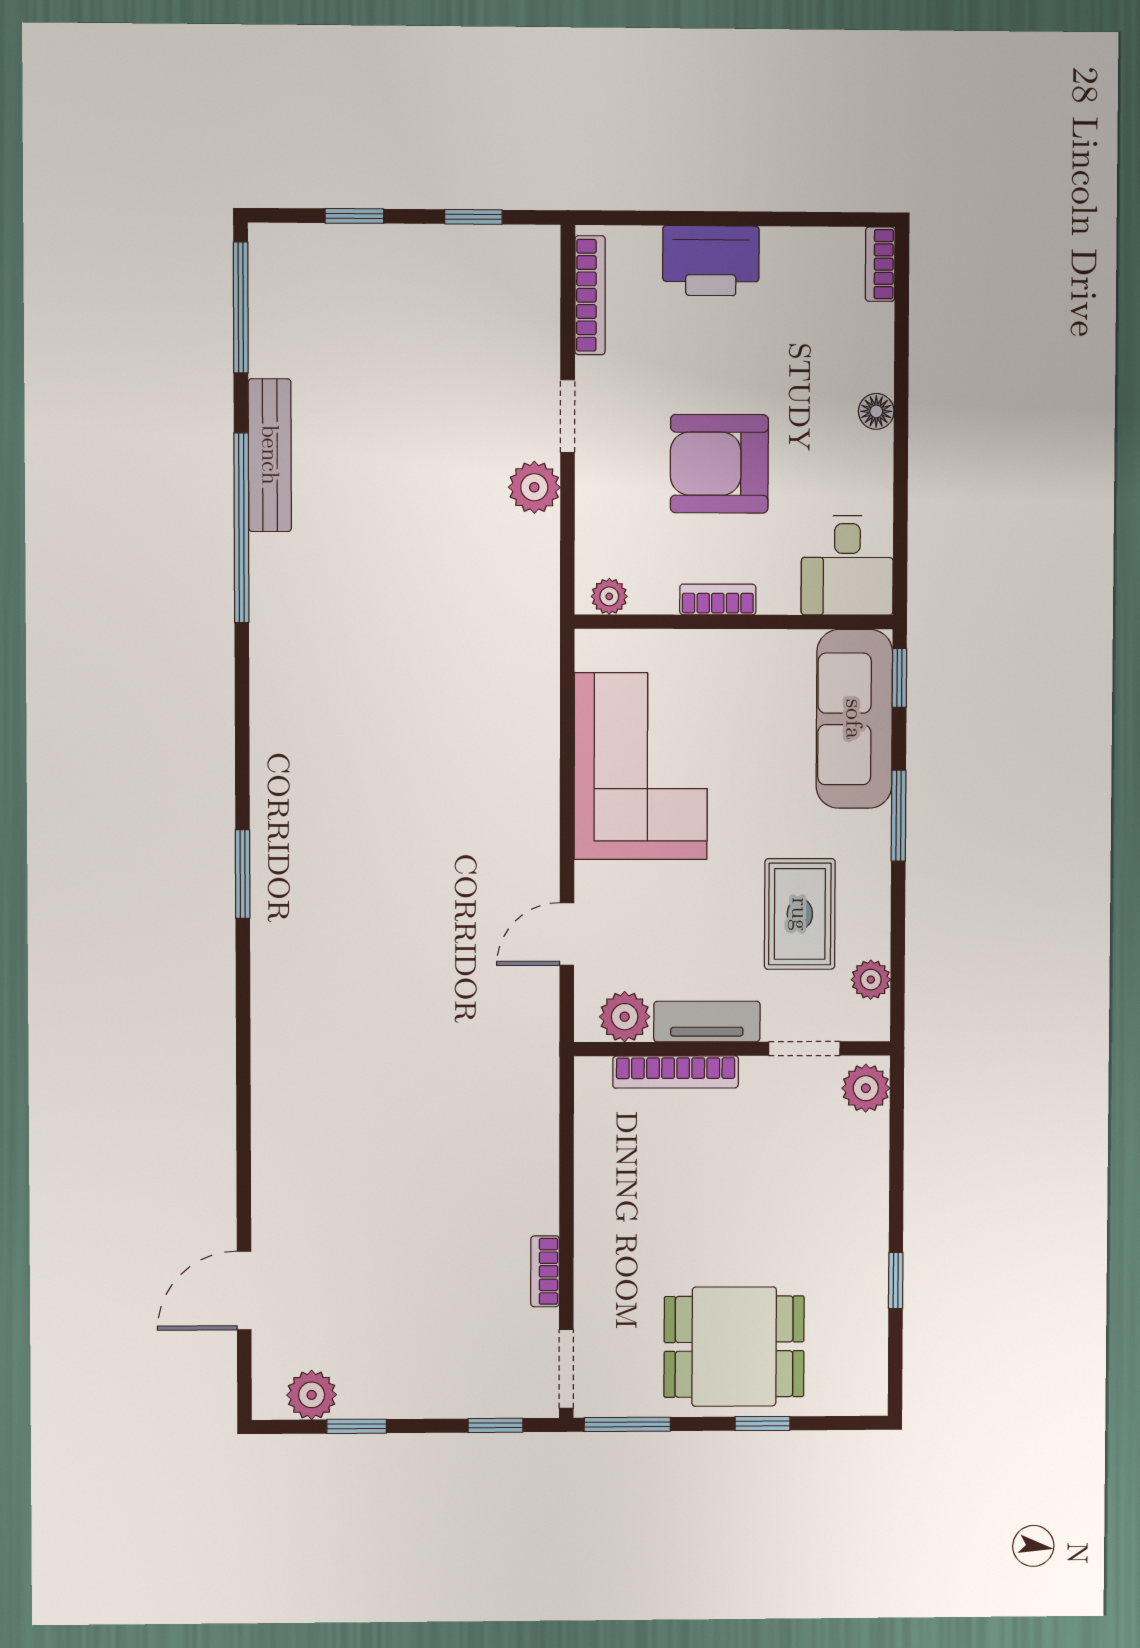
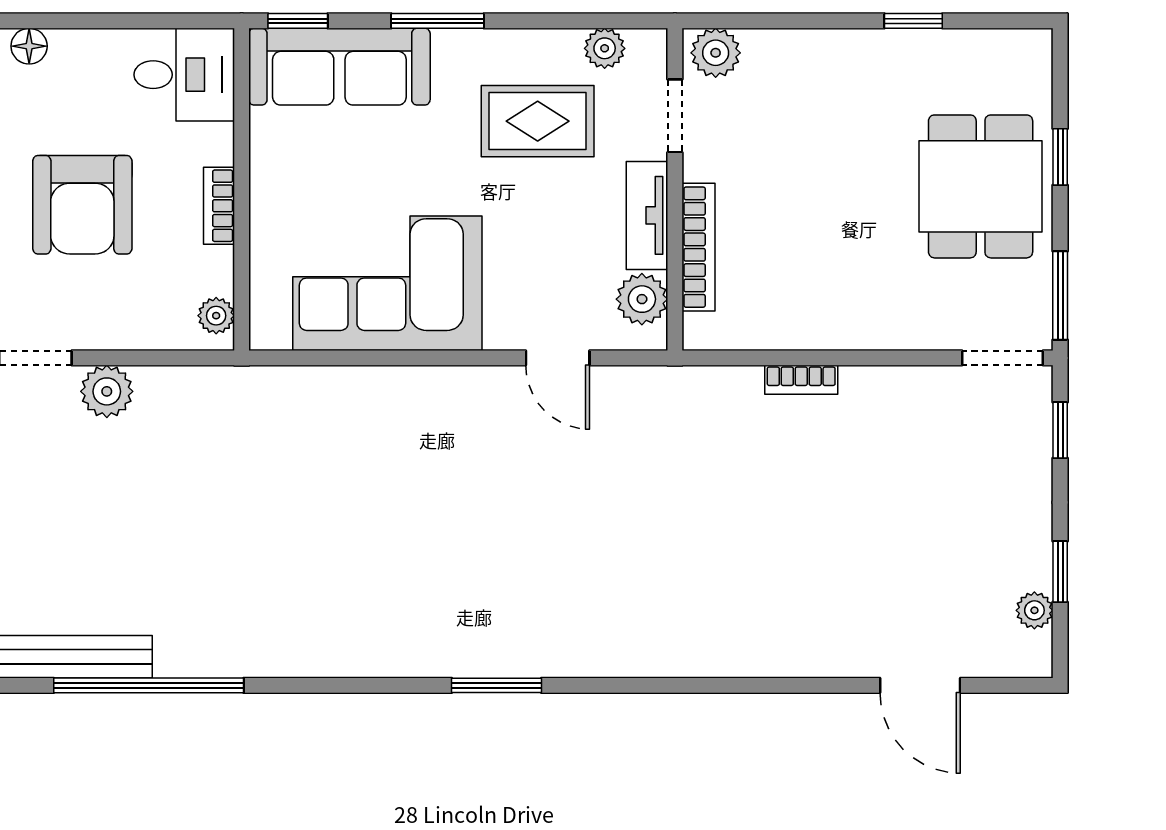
bookcase: (545, 1271) -> (801, 380), moved
plant: (312, 1395) -> (1034, 610), width x0.73, depth x0.73

